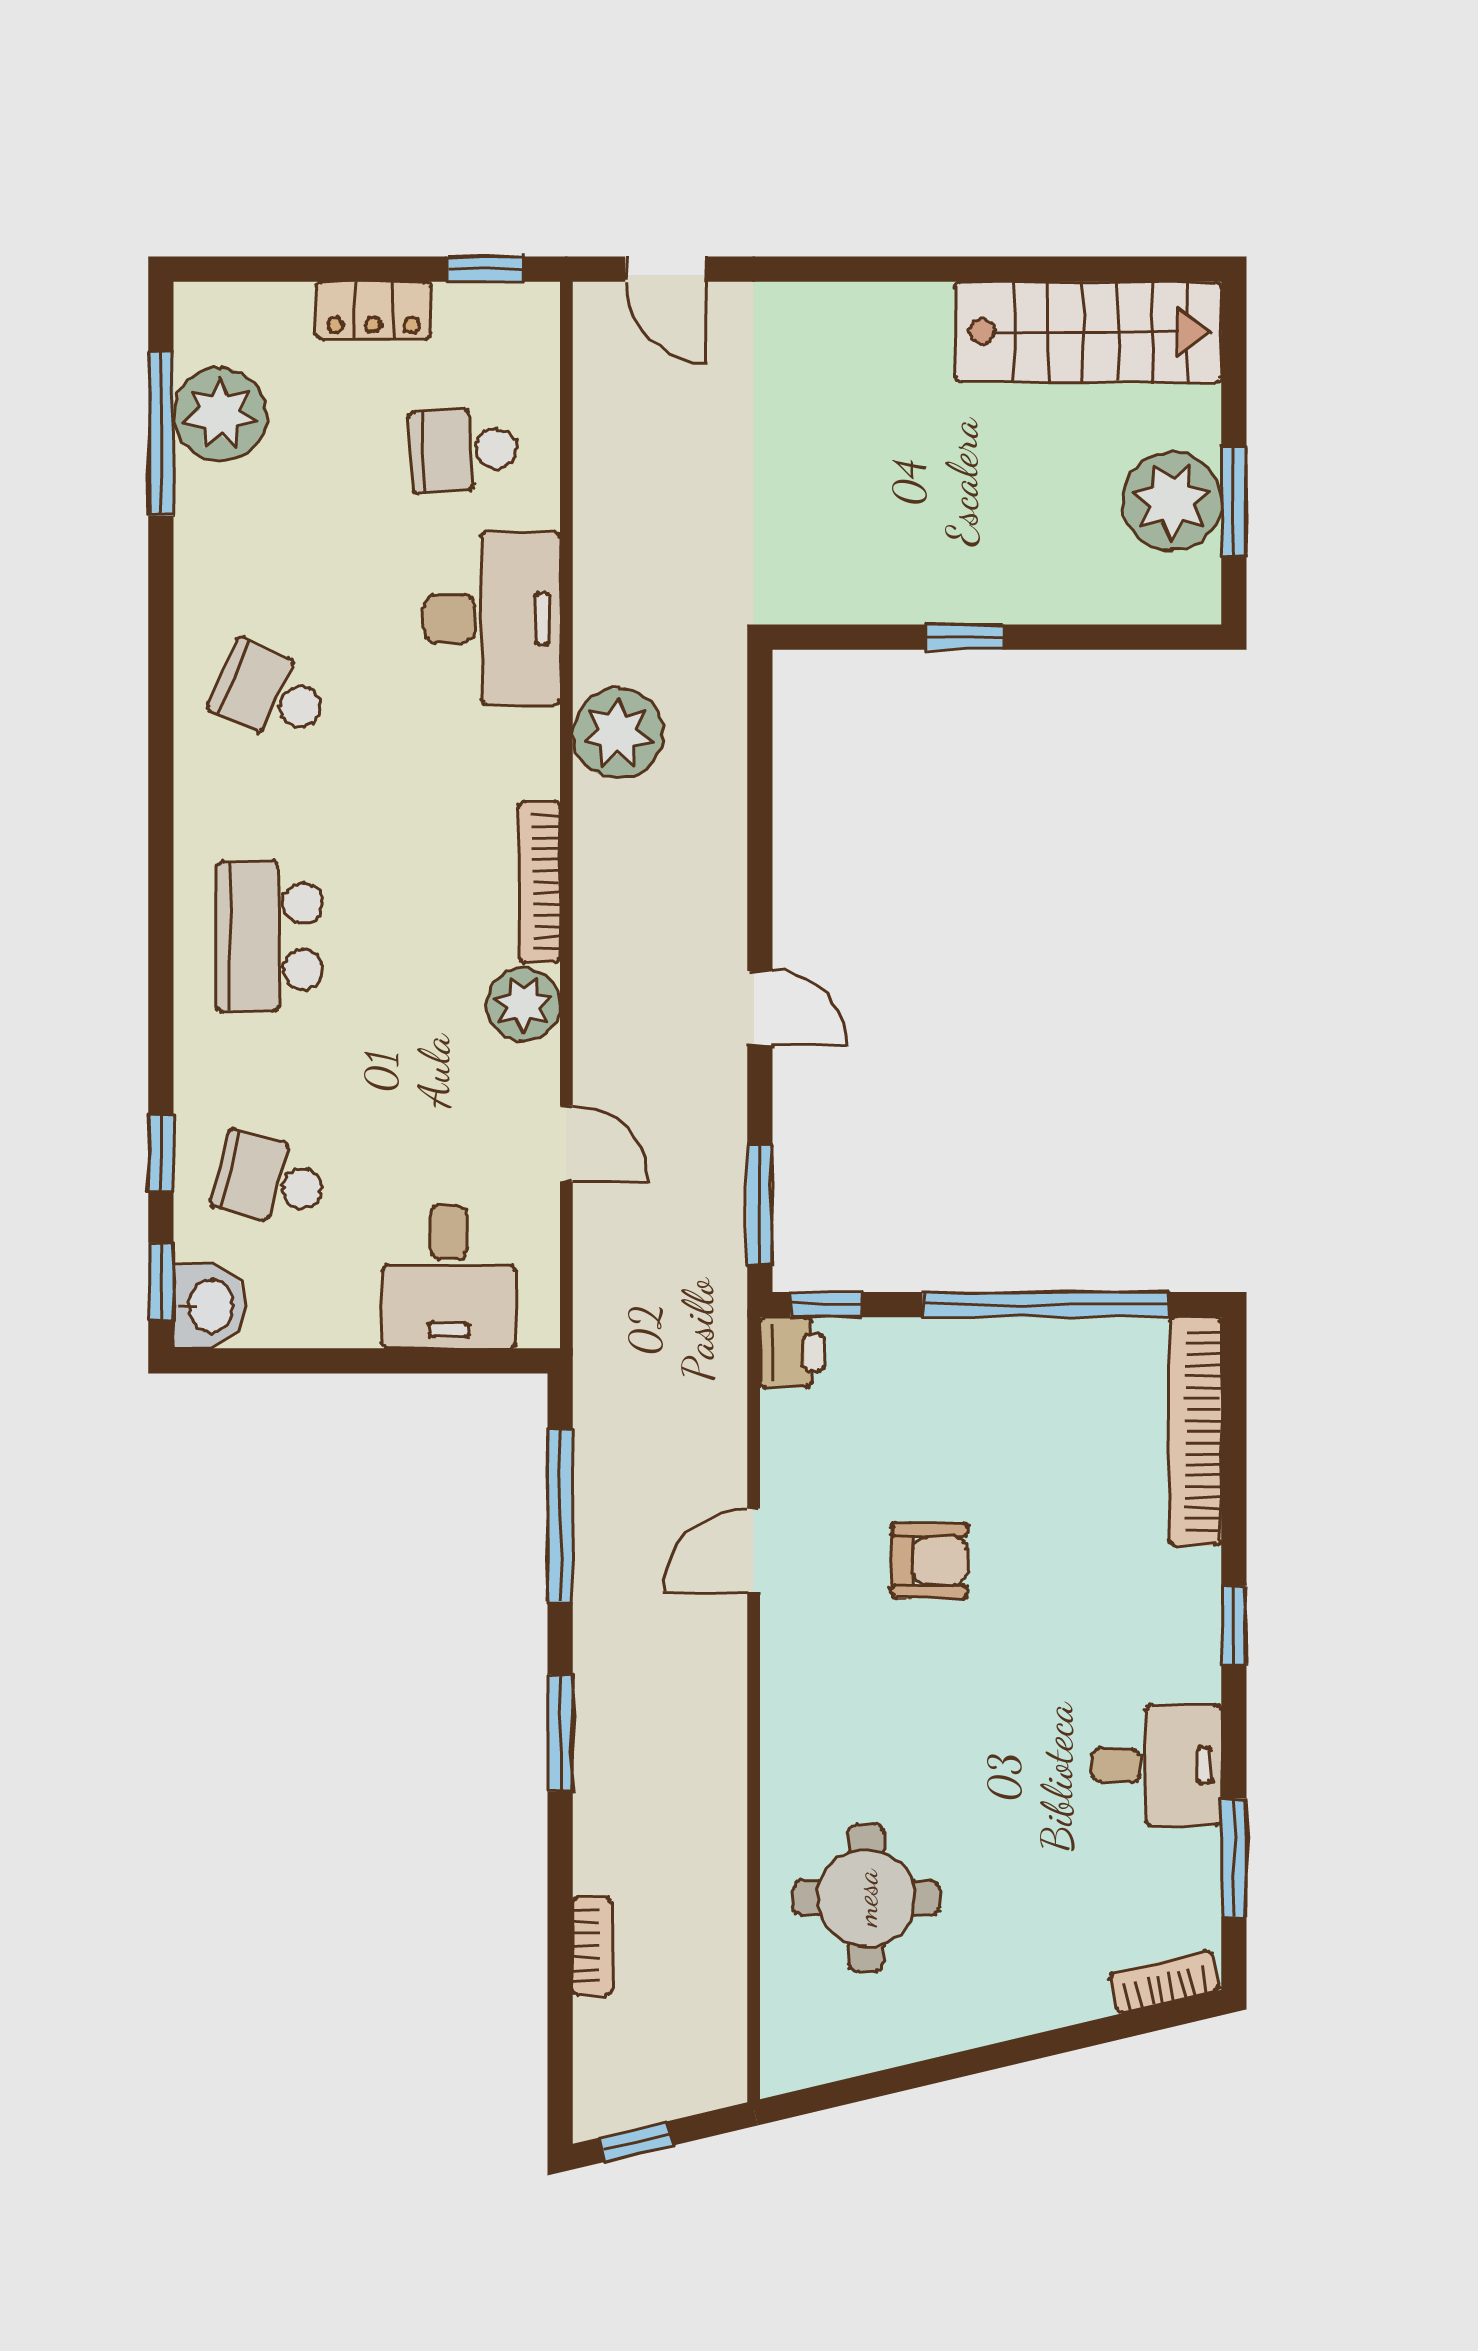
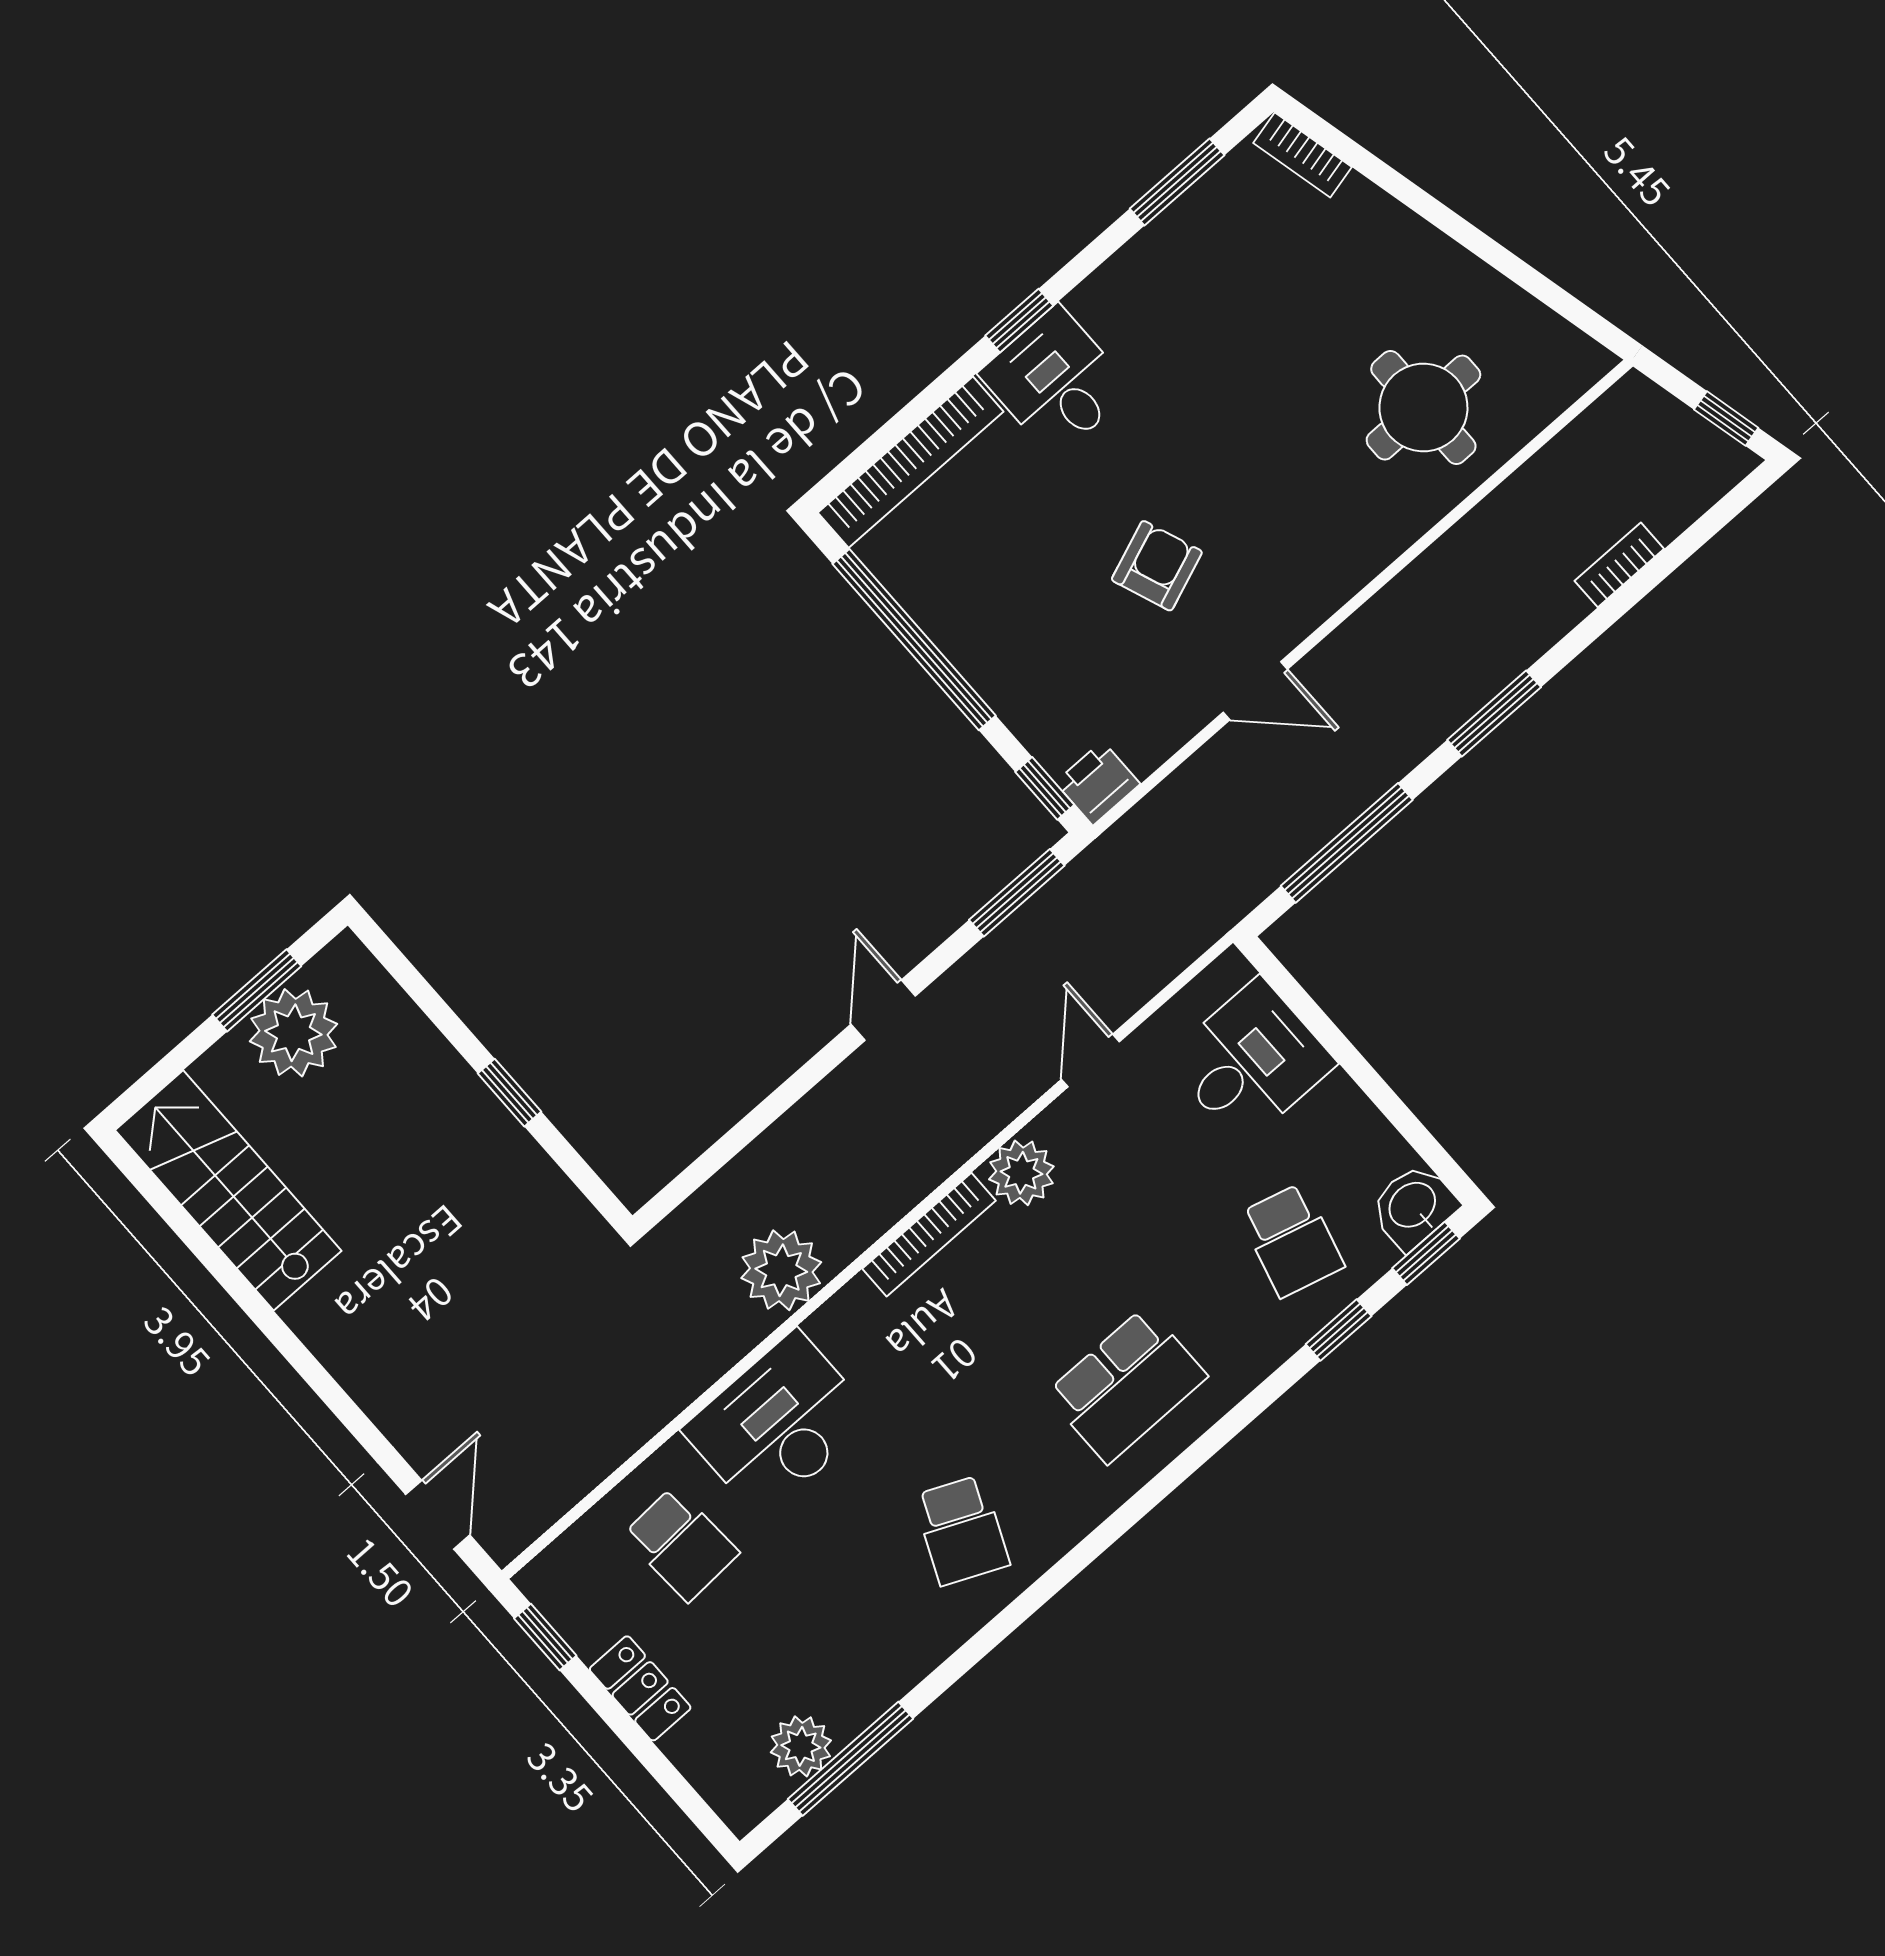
plant: (220, 414) -> (801, 1746), width x0.73, depth x0.73
armchair: (929, 1561) -> (1157, 566), turned 69
desk: (1156, 1765) -> (1056, 382), moved

